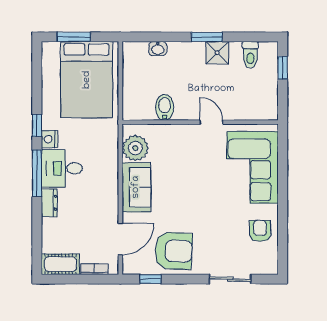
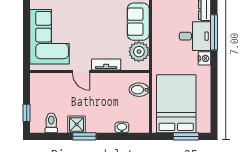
bidet: (165, 107) -> (139, 90), moved, turned 90
window: (37, 125) -> (214, 69), removed
tv unit: (178, 131) -> (106, 64), added

